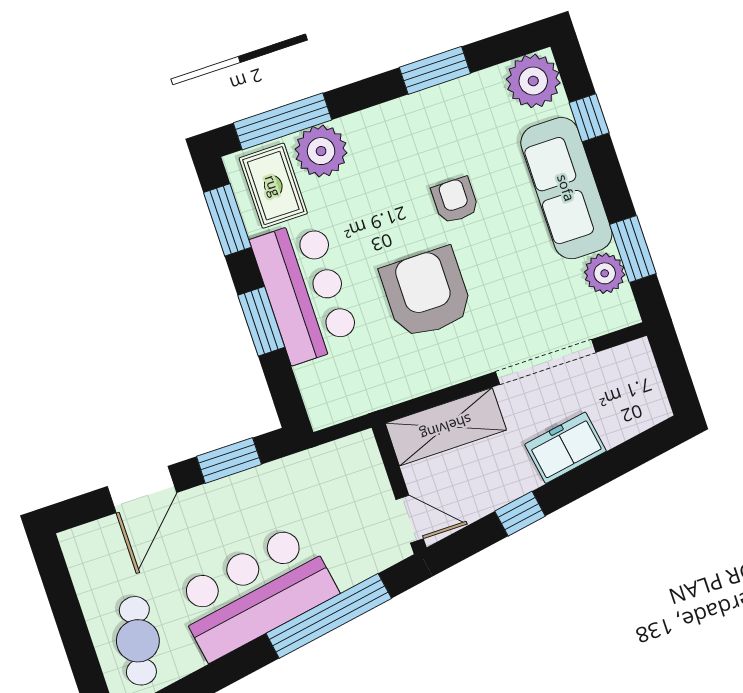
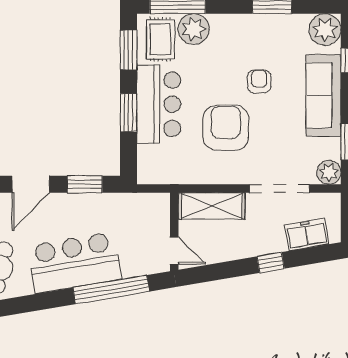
plant: (605, 273) -> (329, 172), moved
freezer: (566, 448) -> (307, 235), moved
window: (520, 514) -> (271, 263), moved

